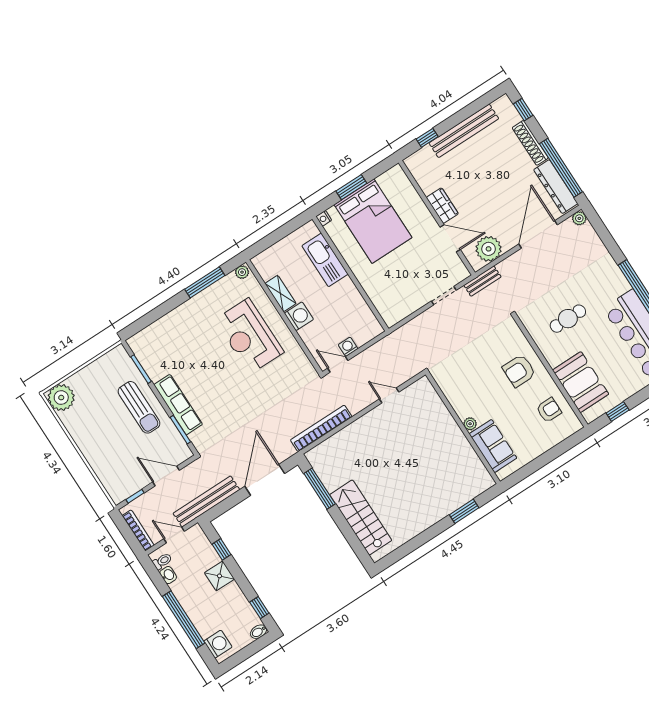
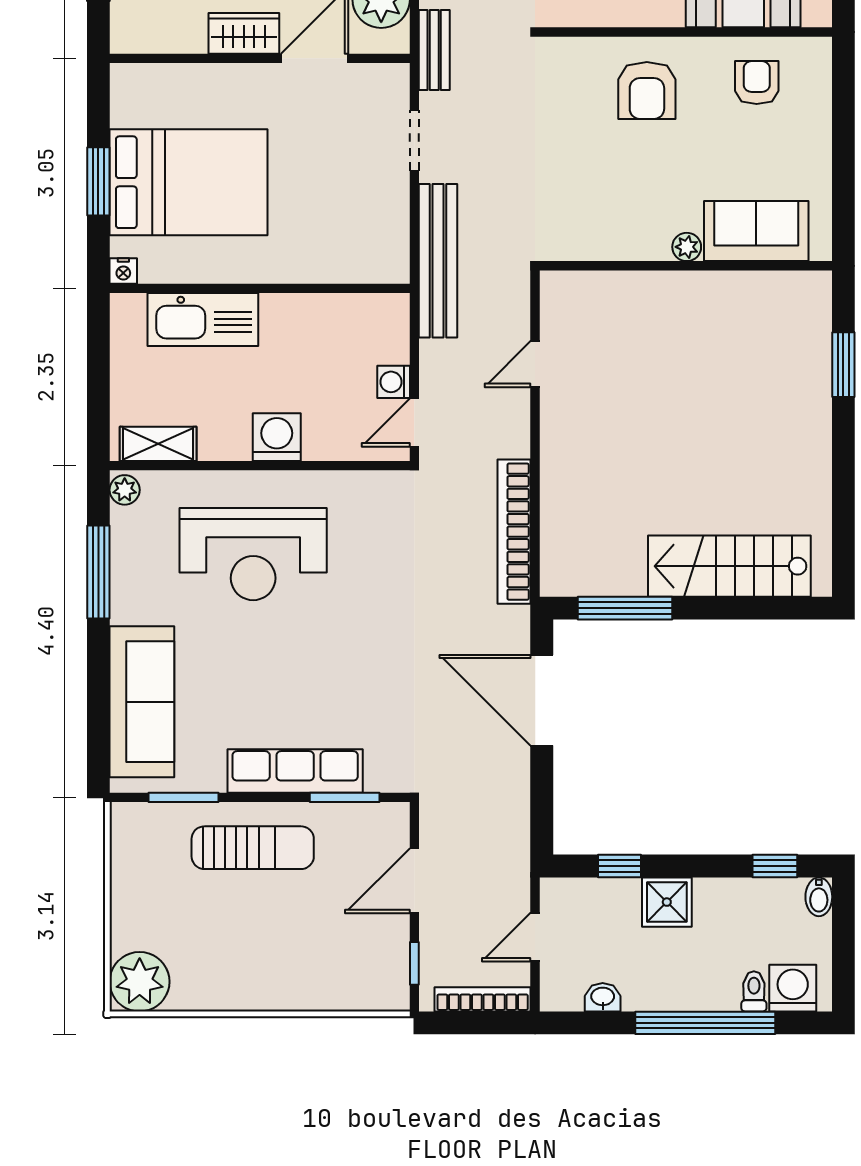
shelving: (280, 294) -> (158, 444), moved
sofa: (167, 330) -> (142, 702), added
bench: (206, 501) -> (438, 261), moved
toilet: (162, 561) -> (754, 991), moved

